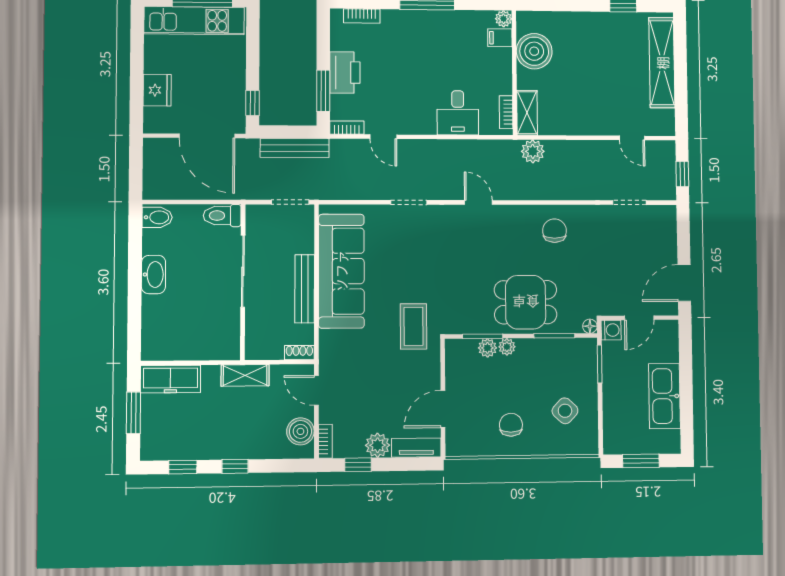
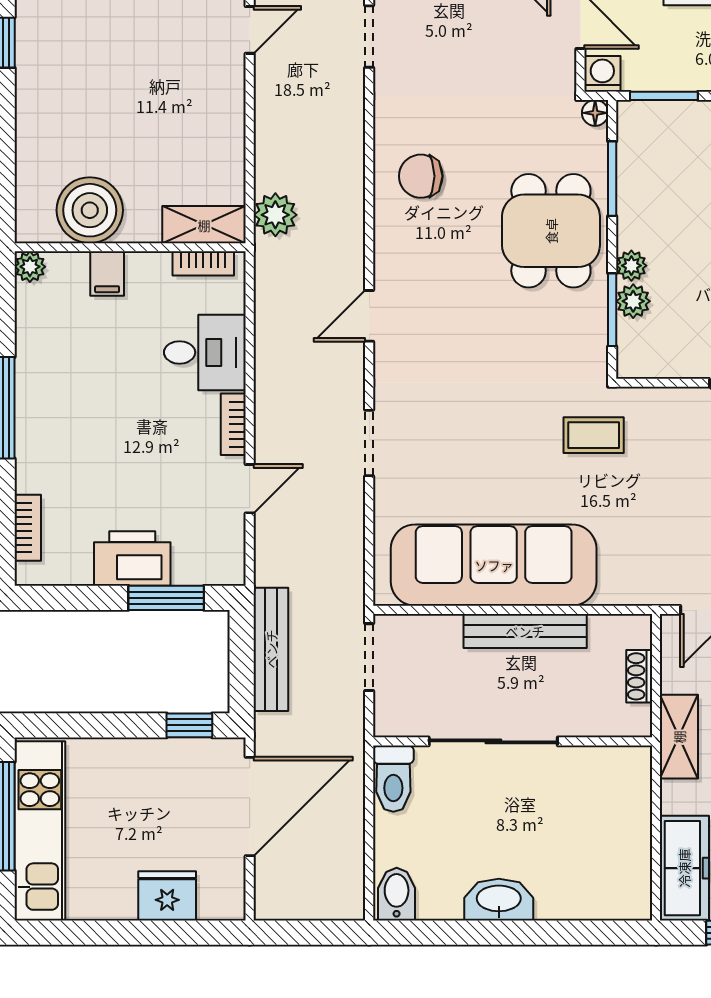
filing cabinet: (500, 38) -> (107, 274), moved
bookcase: (347, 128) -> (233, 424), moved
coffee table: (414, 326) -> (594, 435), width x0.73, depth x0.77
shoe rack: (299, 353) -> (639, 676), moved

